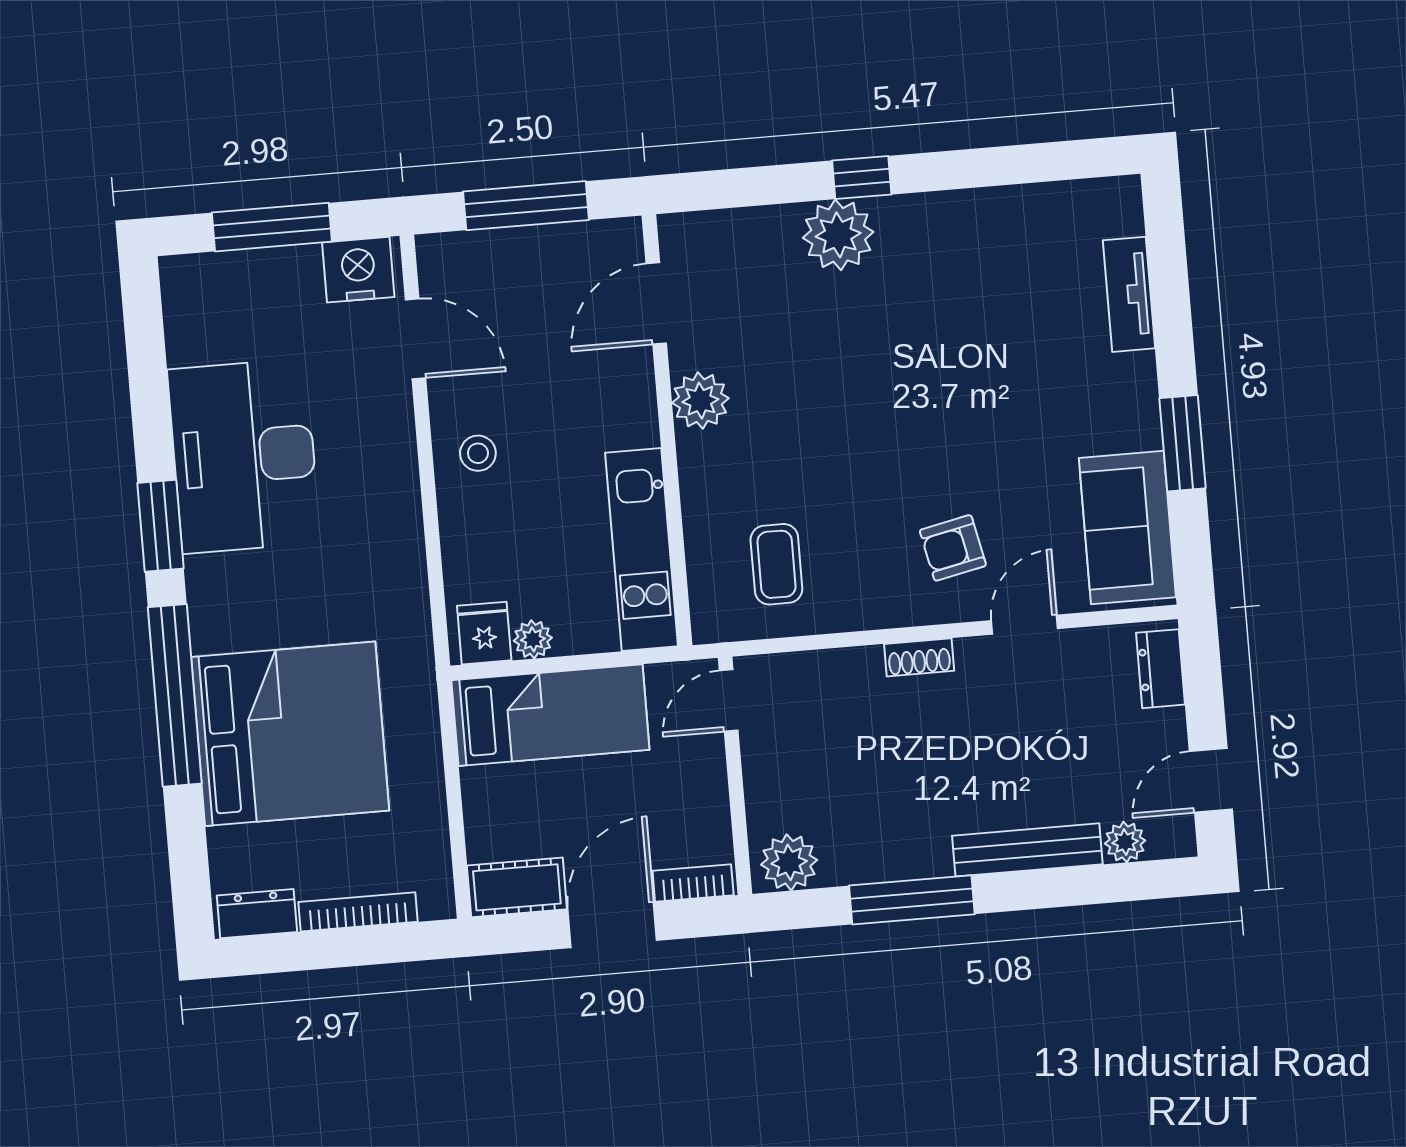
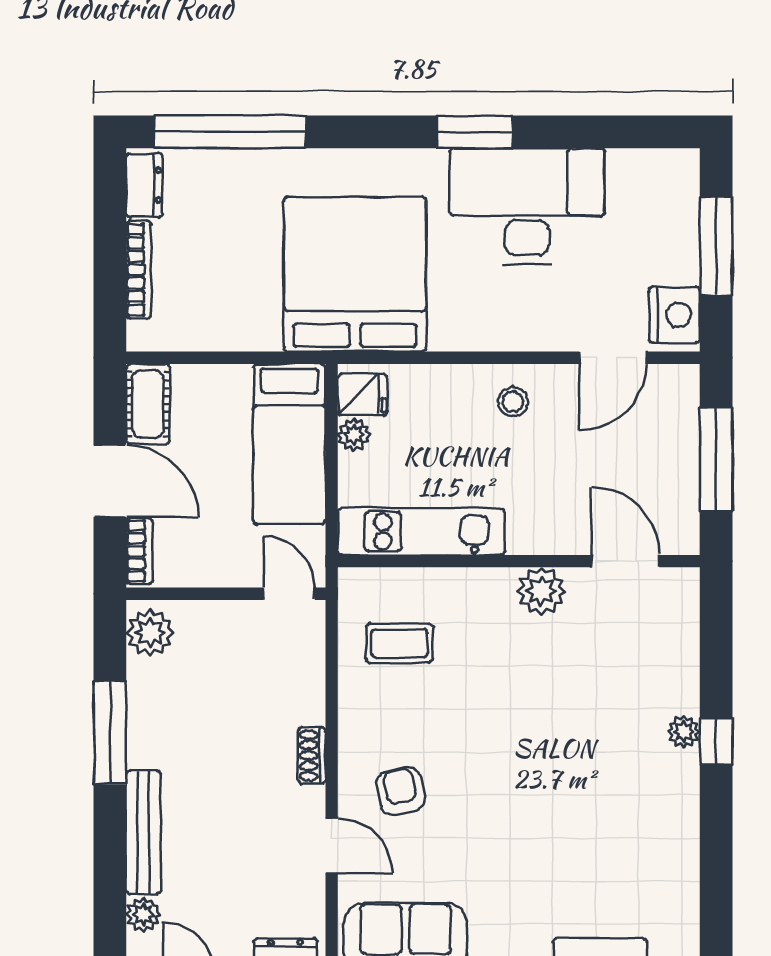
plant: (838, 235) -> (684, 732), width x0.53, depth x0.53
window: (175, 695) -> (230, 132), moved
bed: (290, 734) -> (355, 274), moved, turned 180

